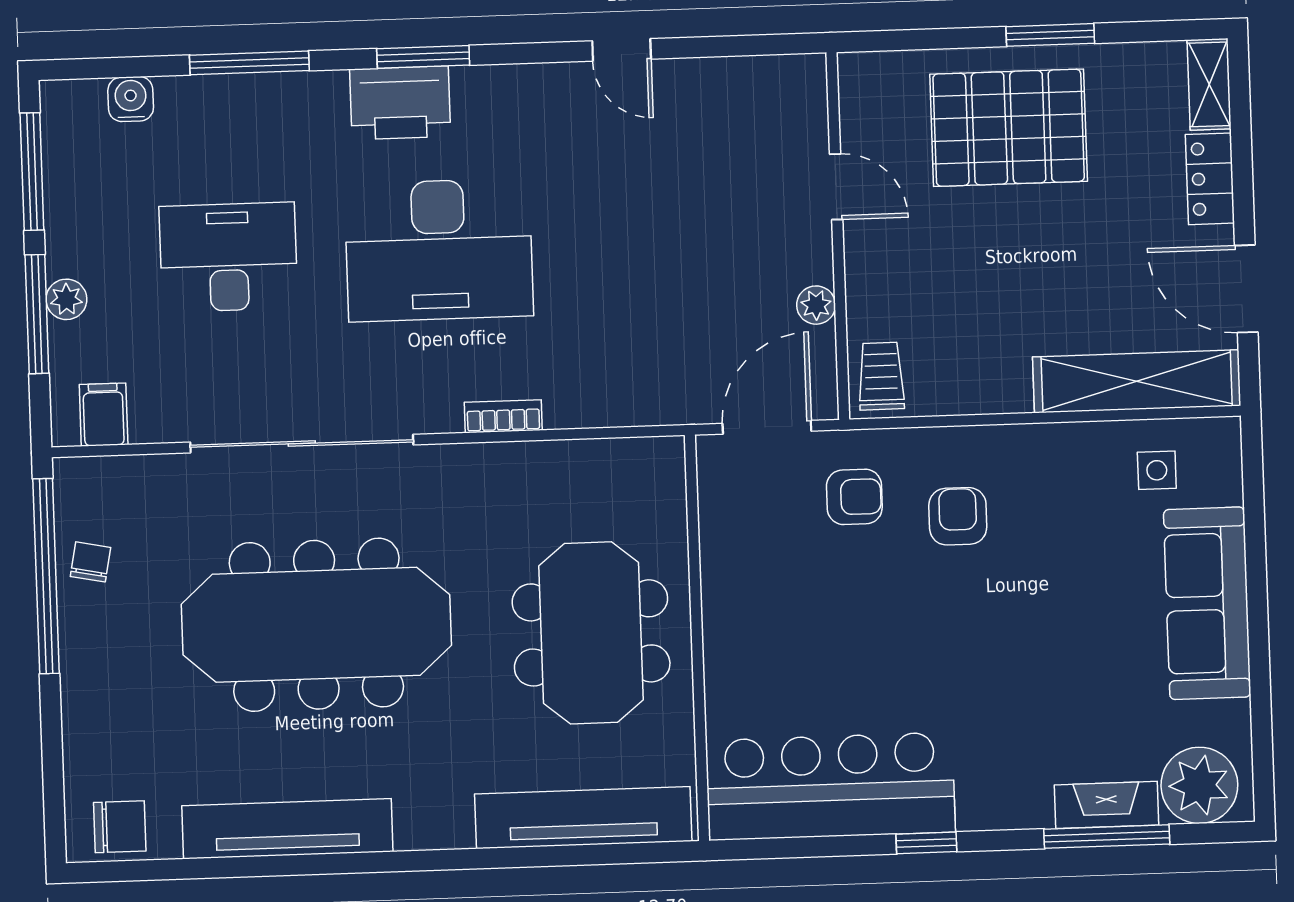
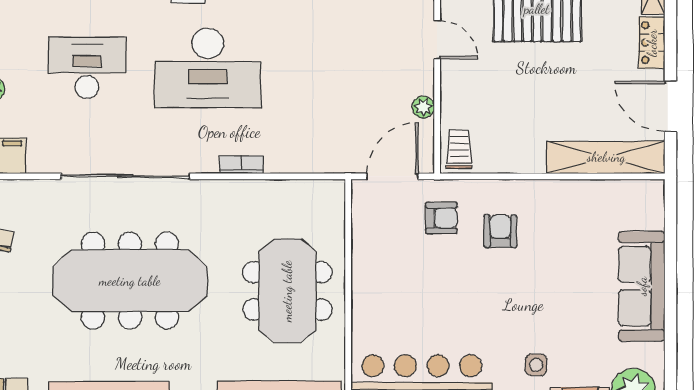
side table: (1157, 470) -> (536, 365), moved

